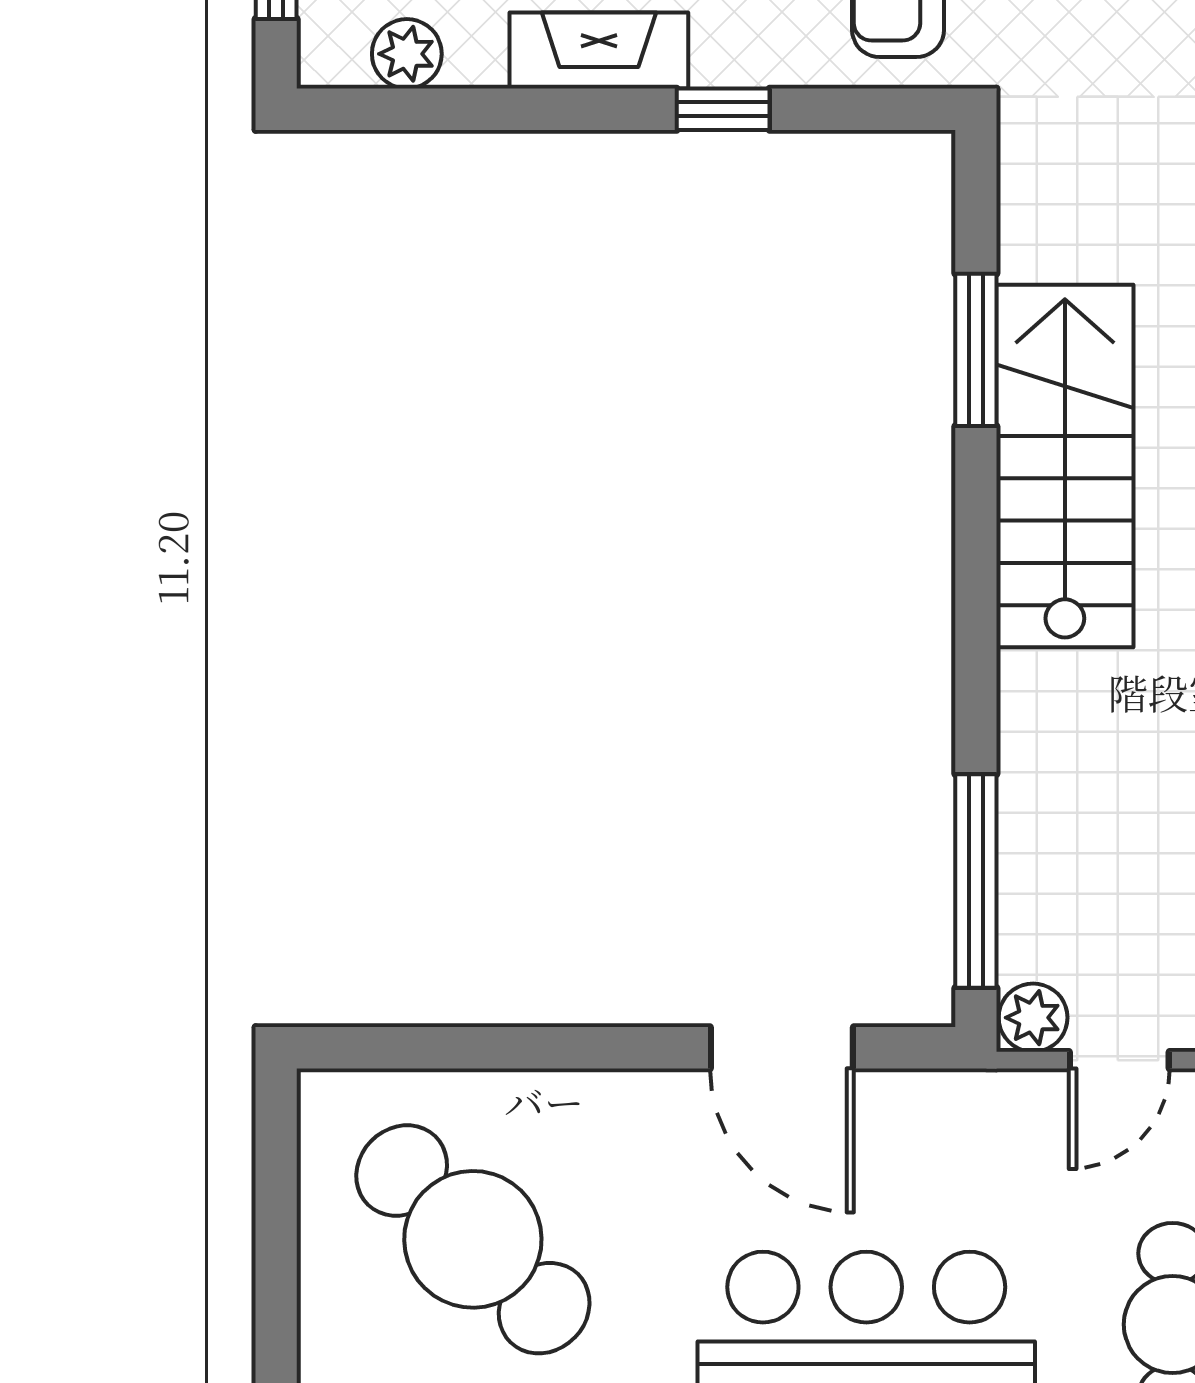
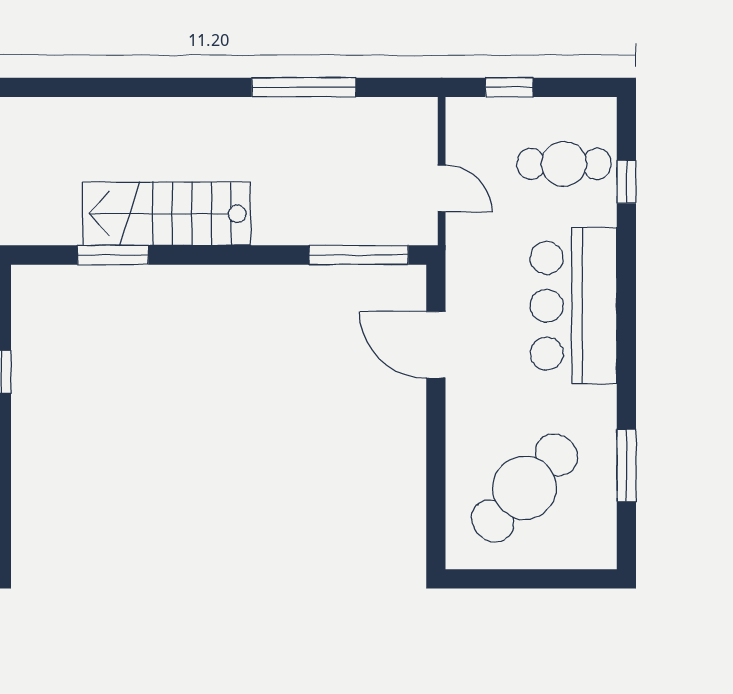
plant: (1033, 1018) -> (422, 229), removed
door: (782, 1048) -> (436, 345), swing flipped

